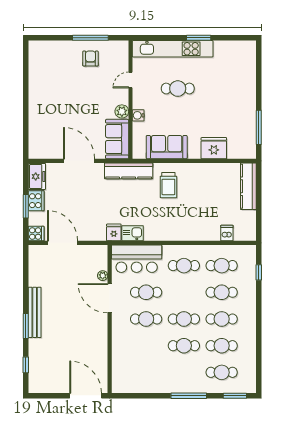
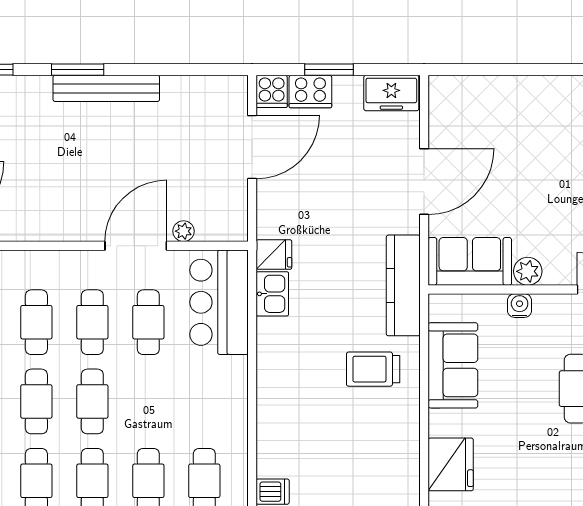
cooker: (36, 201) -> (310, 92), moved
cafe table: (184, 266) -> (36, 322), moved

